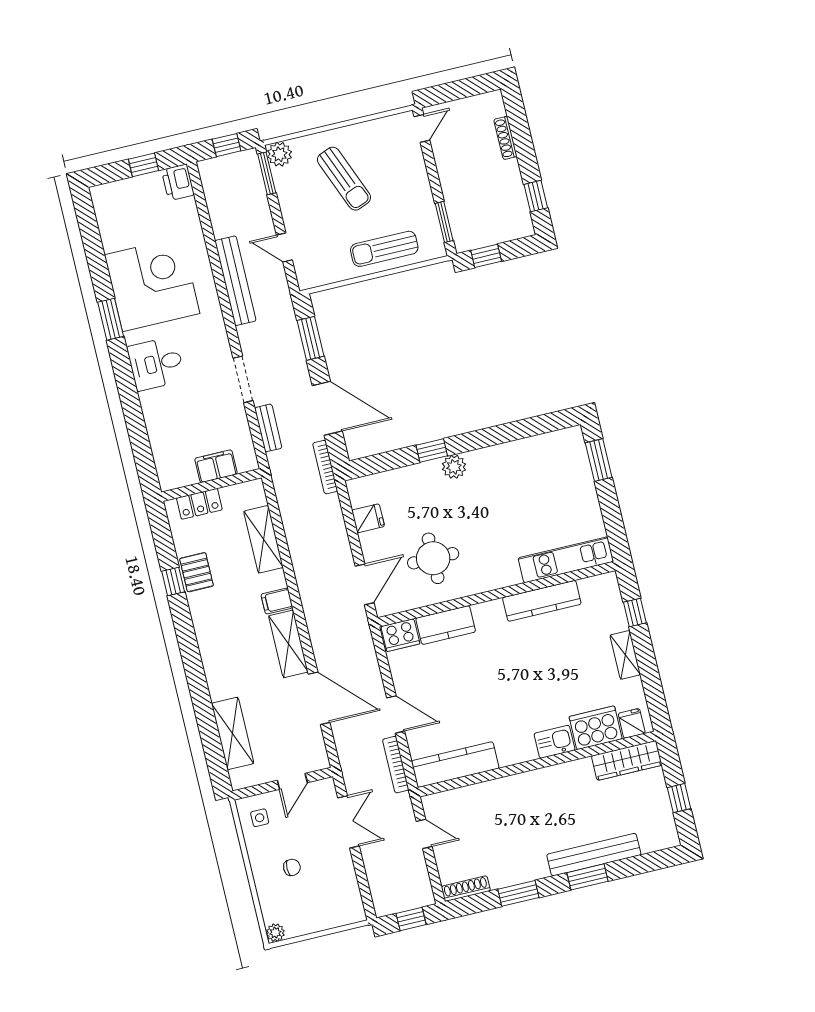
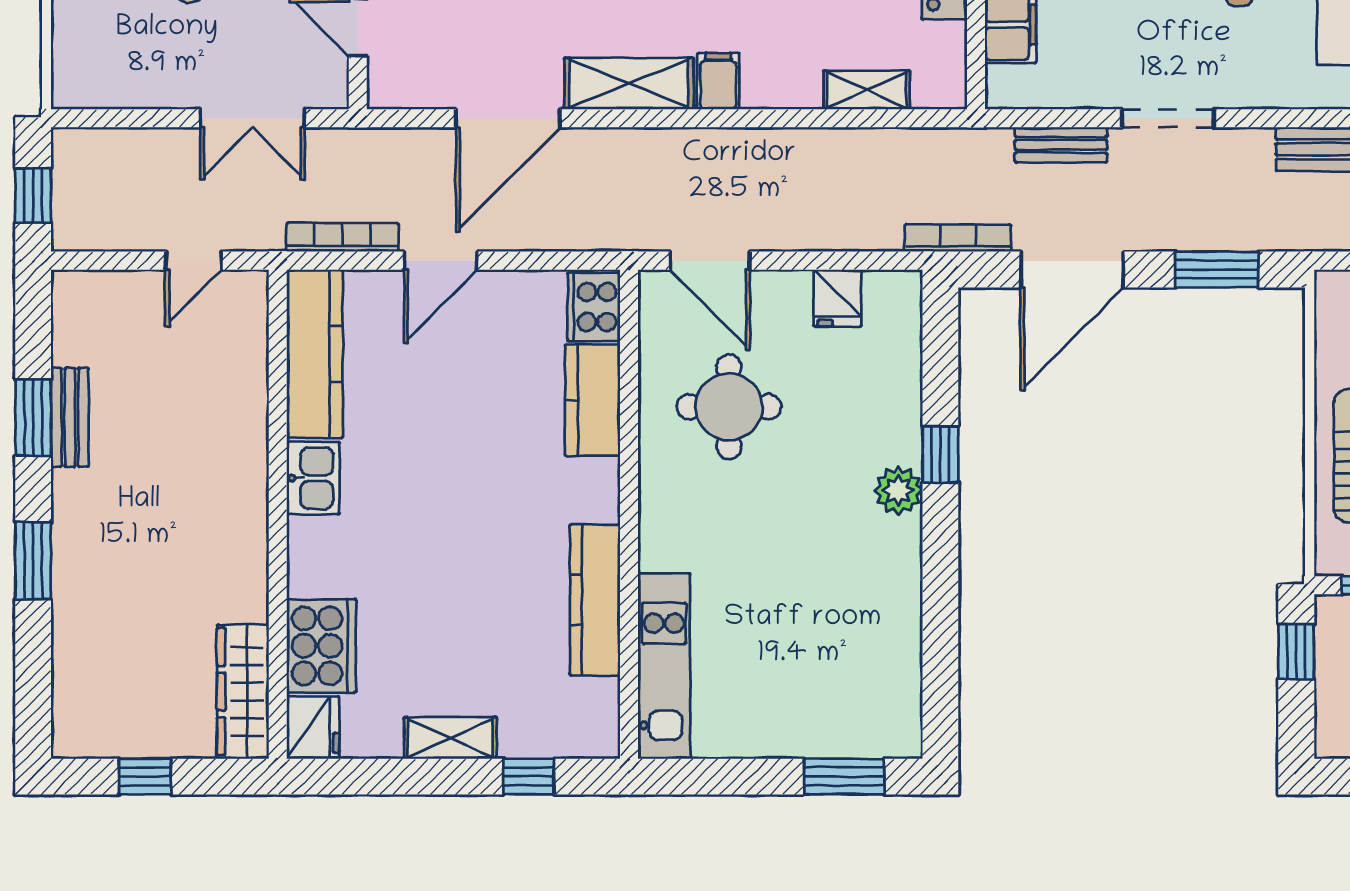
shelving: (263, 539) -> (867, 90), width x0.67, depth x0.75
fridge: (632, 723) -> (313, 727), width x1.38
kitchen sink: (555, 742) -> (313, 478), moved
bench: (594, 855) -> (70, 417), moved, width x0.54, depth x0.82
shoe rack: (466, 889) -> (67, 317), removed

